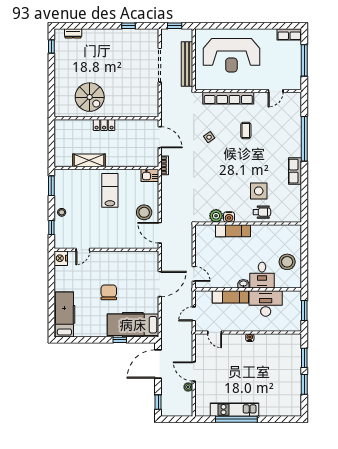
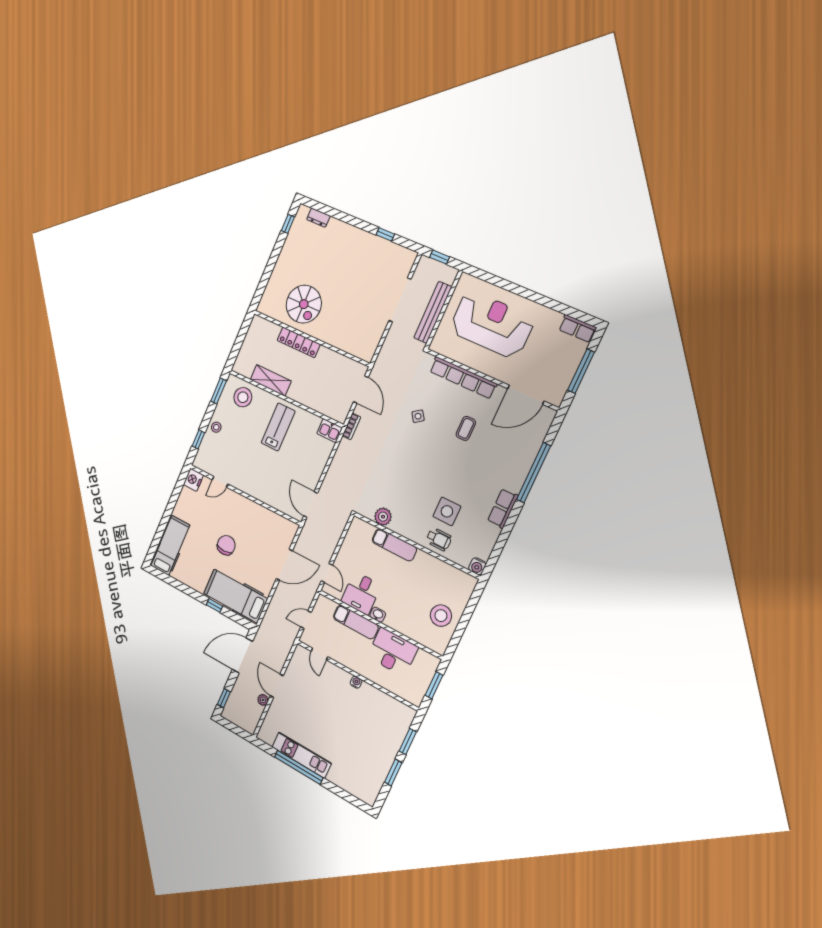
reception desk: (231, 55) -> (492, 324), turned 180
door: (276, 91) -> (526, 395), width x1.88
locker: (104, 125) -> (299, 342), width x1.53
stool: (144, 212) -> (243, 397), moved
water cooler: (229, 217) -> (477, 566), moved
desk: (262, 275) -> (361, 593), moved

